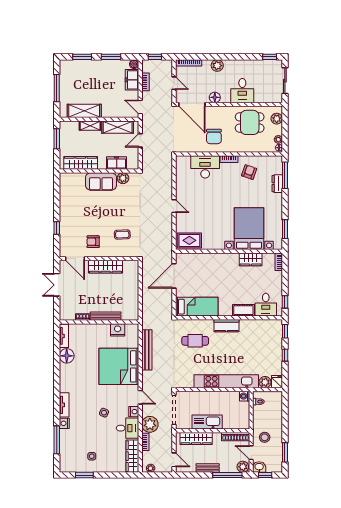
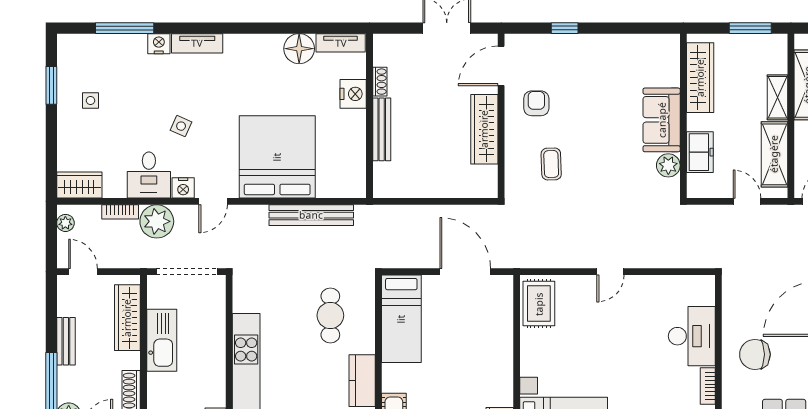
nightstand: (118, 330) -> (353, 94), moved
wardrobe: (132, 456) -> (79, 185), width x0.67
door: (174, 460) -> (83, 272), swing flipped

